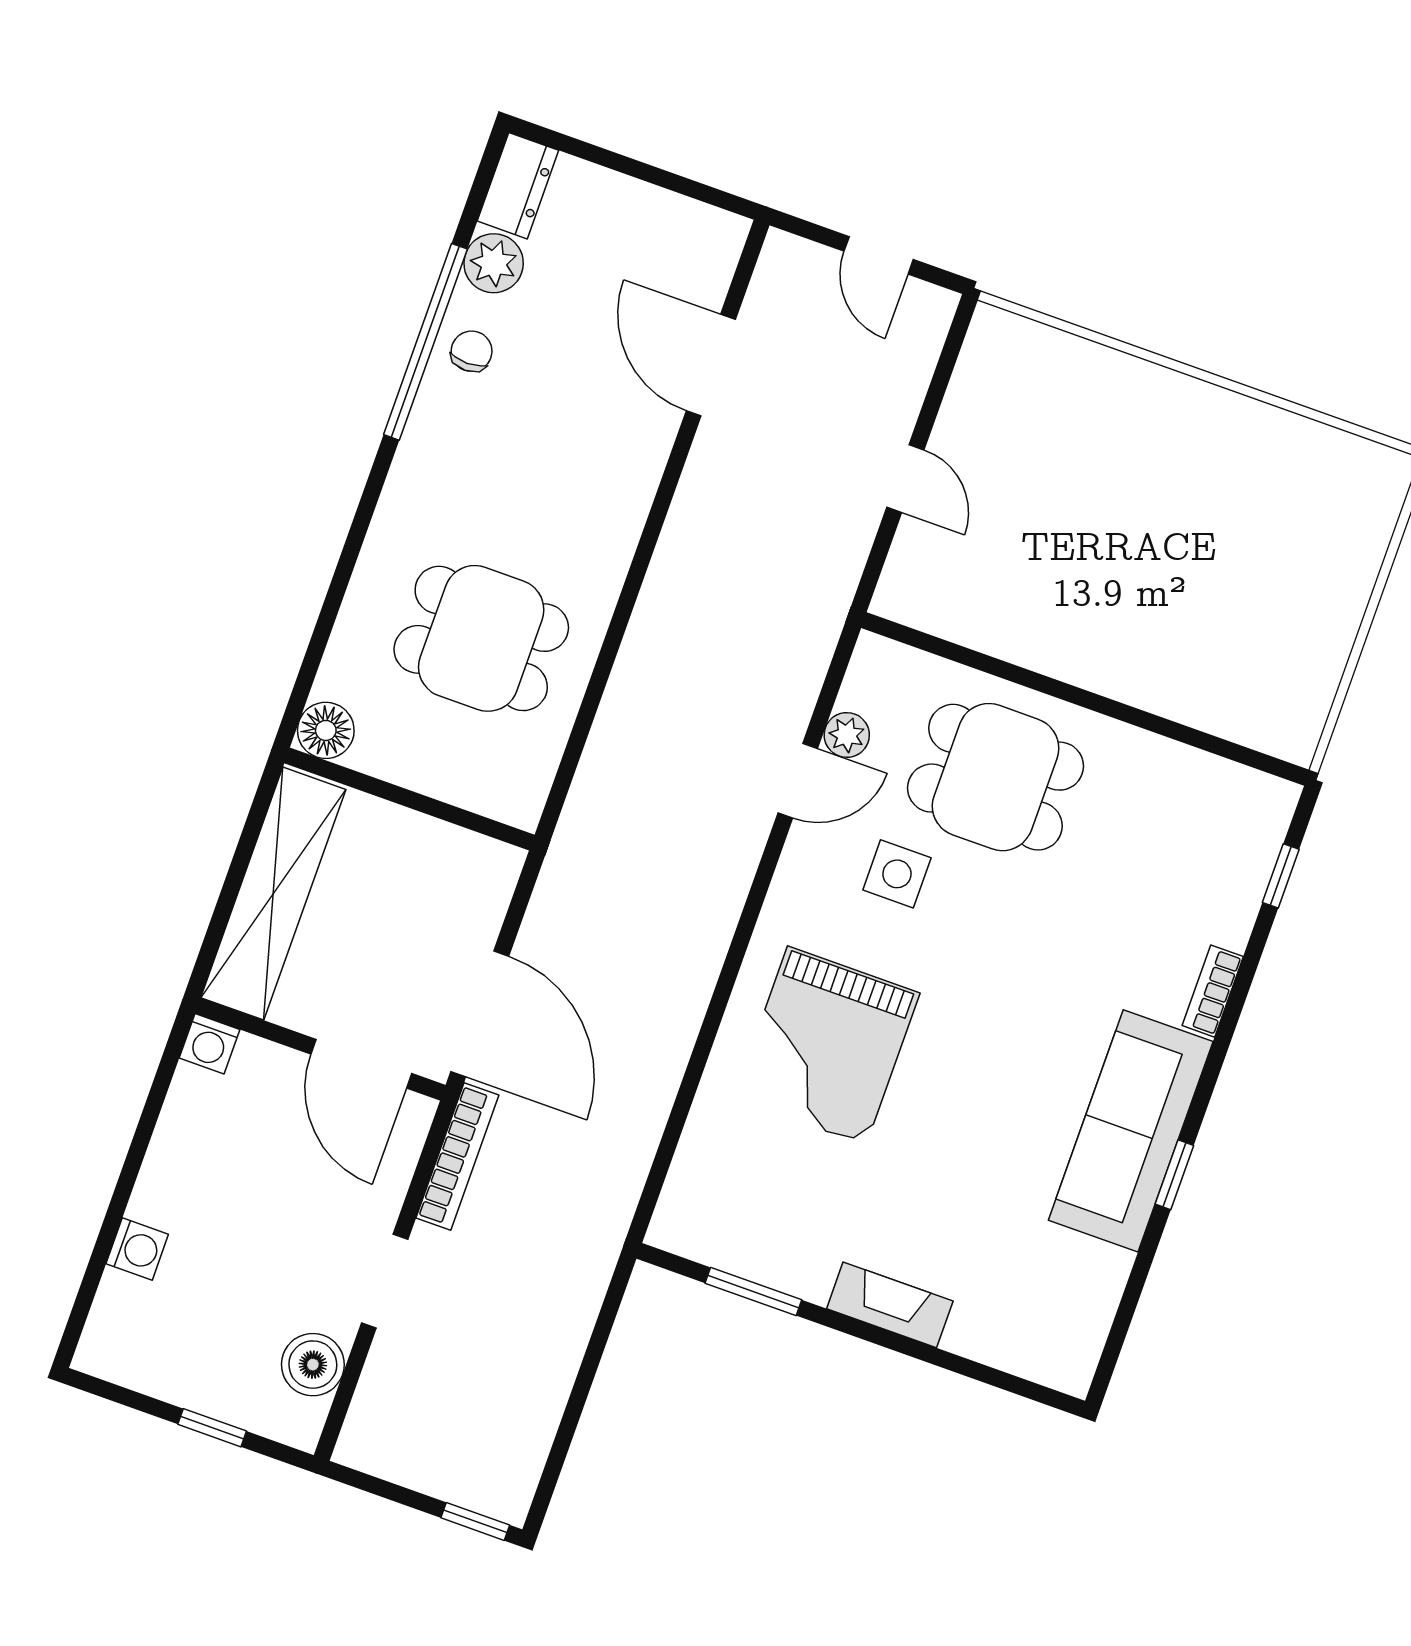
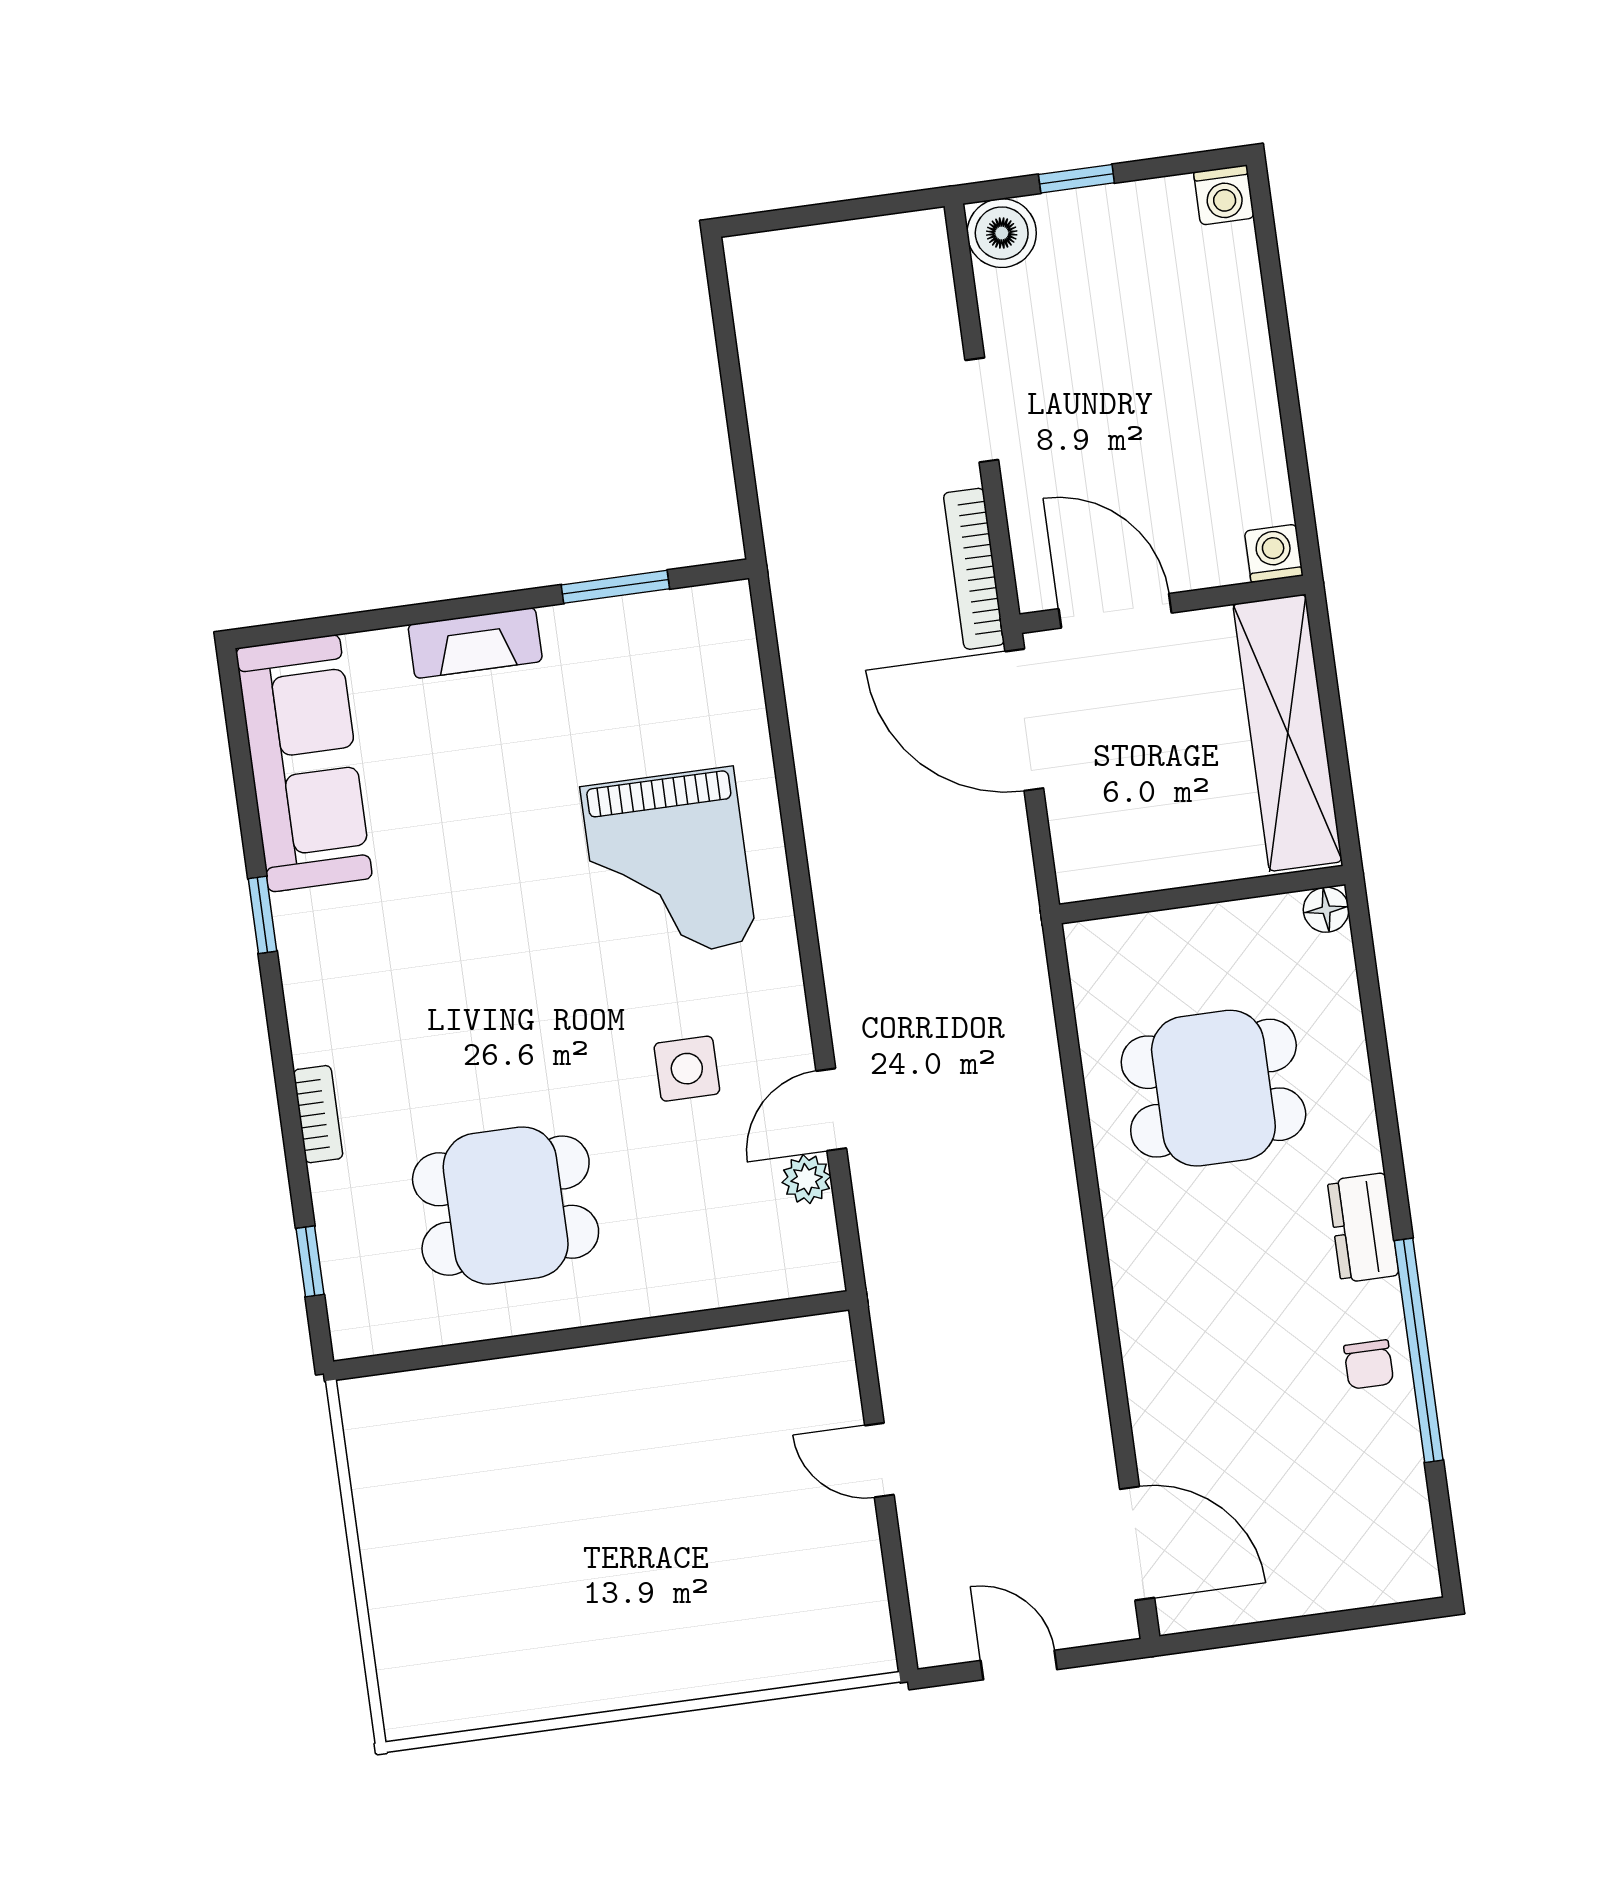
dresser: (518, 186) -> (1363, 1228), moved
plant: (494, 263) -> (1392, 1462), removed
door: (711, 365) -> (1137, 1543), moved
floor lamp: (326, 730) -> (1326, 910), width x0.73, depth x0.73
dining table: (996, 777) -> (506, 1206), moved
grand piano: (827, 1046) -> (668, 865), turned 180
sofa: (1131, 1131) -> (304, 763), moved
washing machine: (137, 1249) -> (1224, 195), moved, turned -90
boiler: (313, 1365) -> (1002, 233), moved
window: (475, 1521) -> (771, 221), removed

